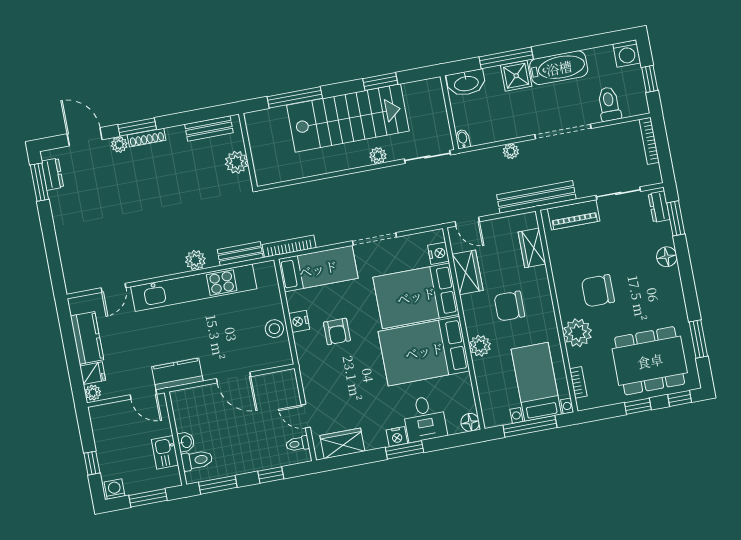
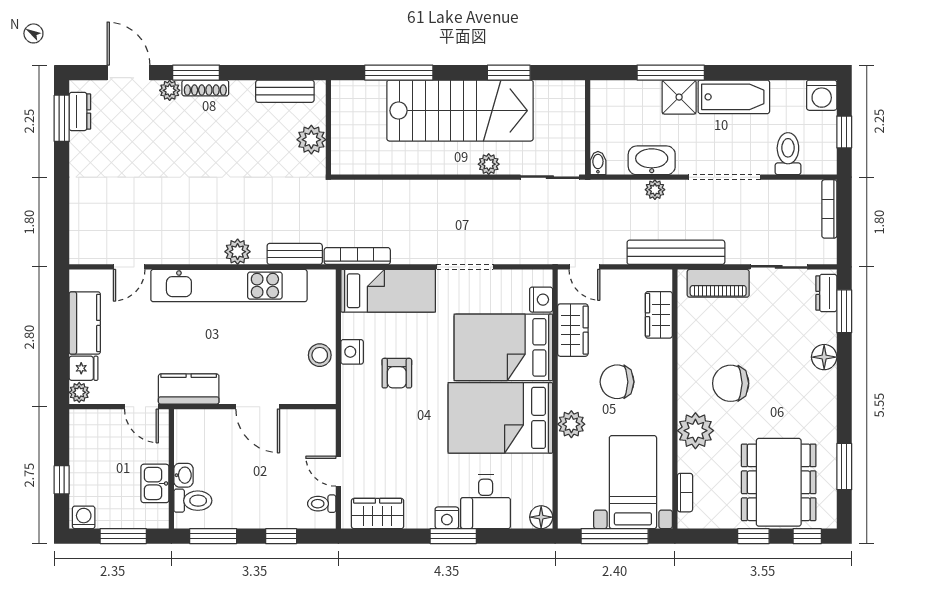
washbasin: (466, 83) -> (652, 160), moved, turned 180
dining table: (650, 361) -> (779, 482), turned 90

